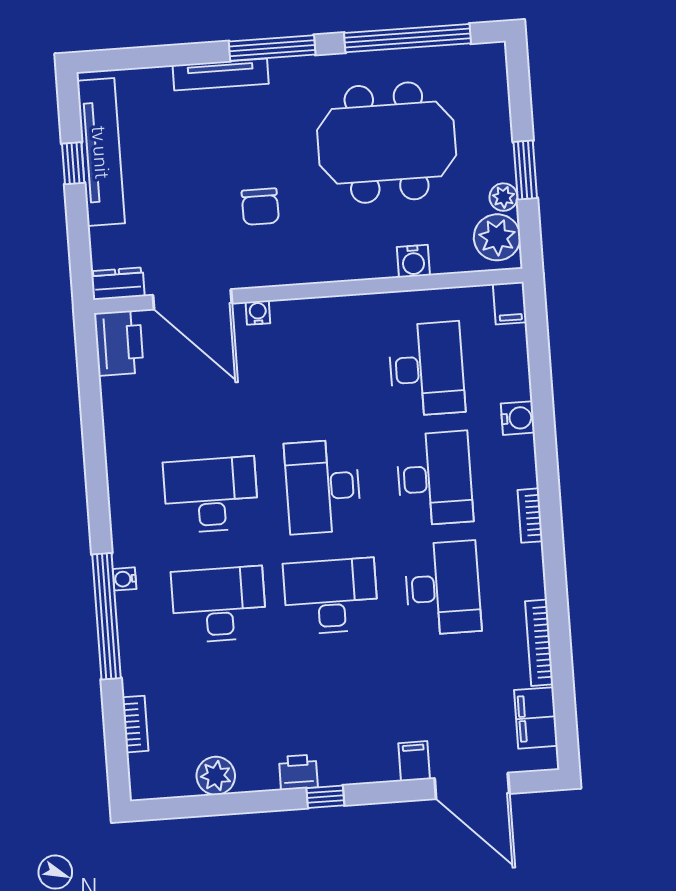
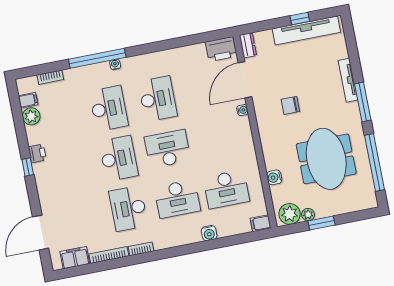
bookcase: (530, 516) -> (141, 249), moved
desk: (443, 588) -> (128, 208), turned 90
filing cabinet: (414, 761) -> (28, 100), moved

